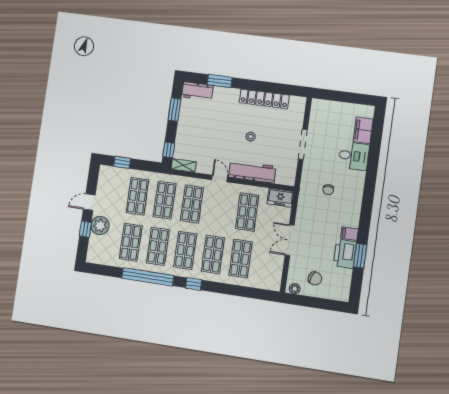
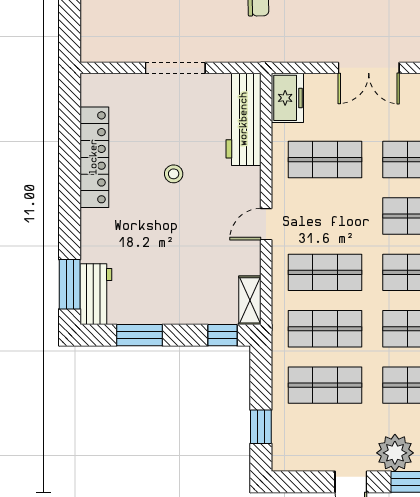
window: (220, 81) -> (70, 284), moved
workbench: (252, 172) -> (244, 119), moved

